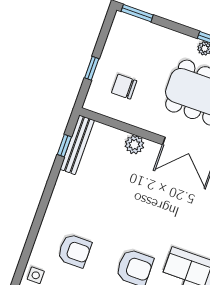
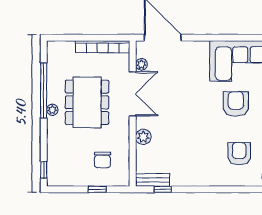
window: (137, 13) -> (44, 170), width x0.67
bench: (77, 145) -> (153, 180), width x0.73

